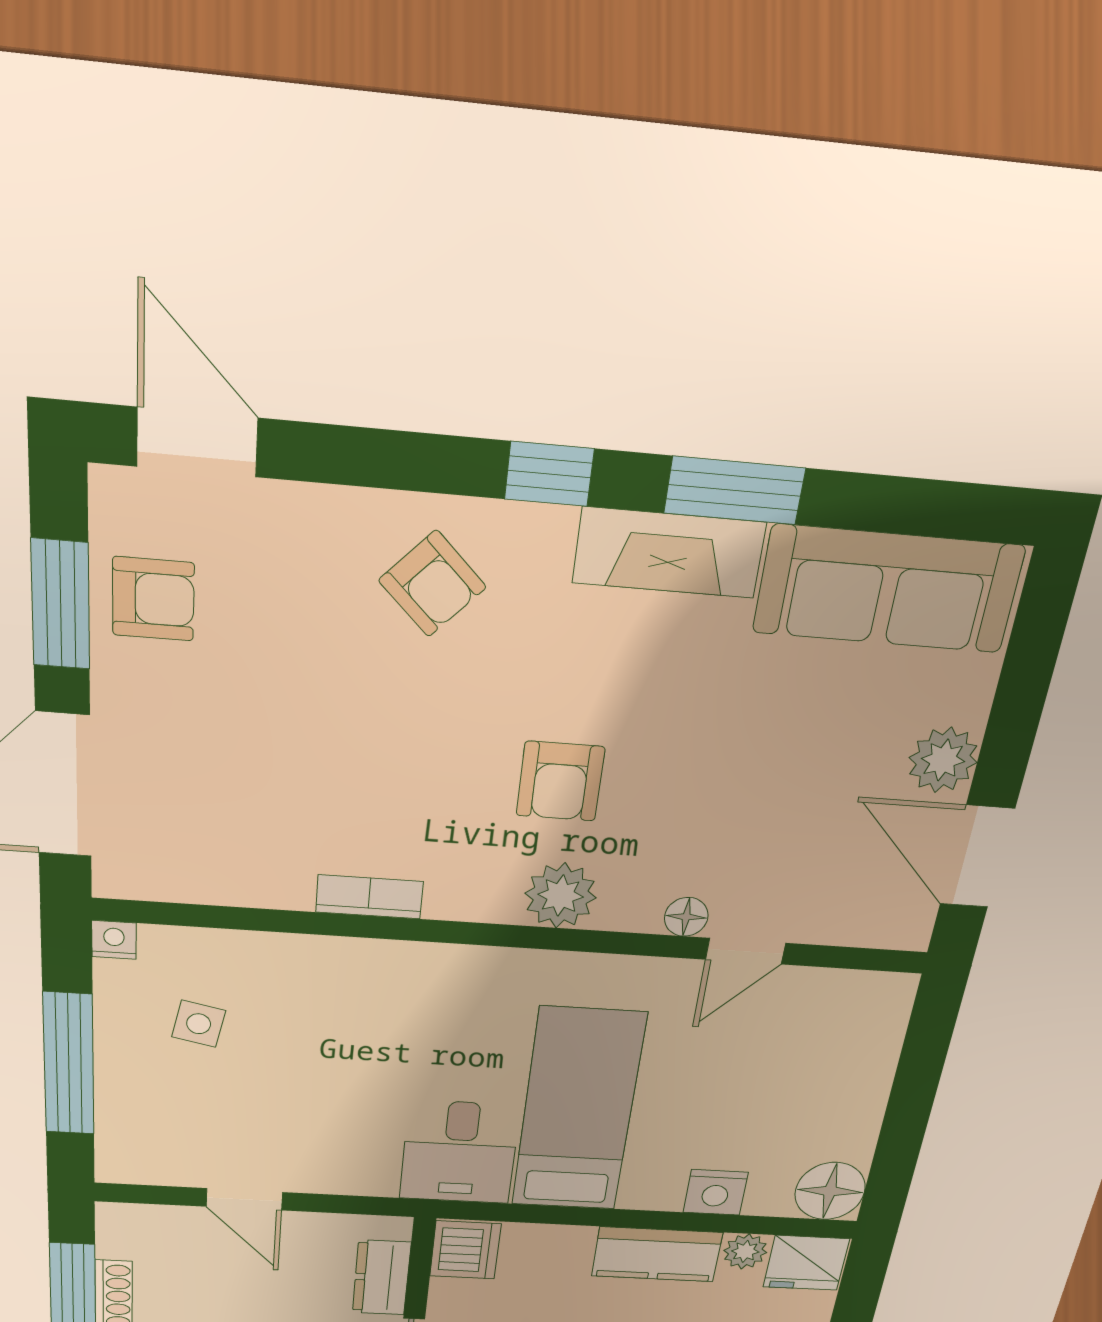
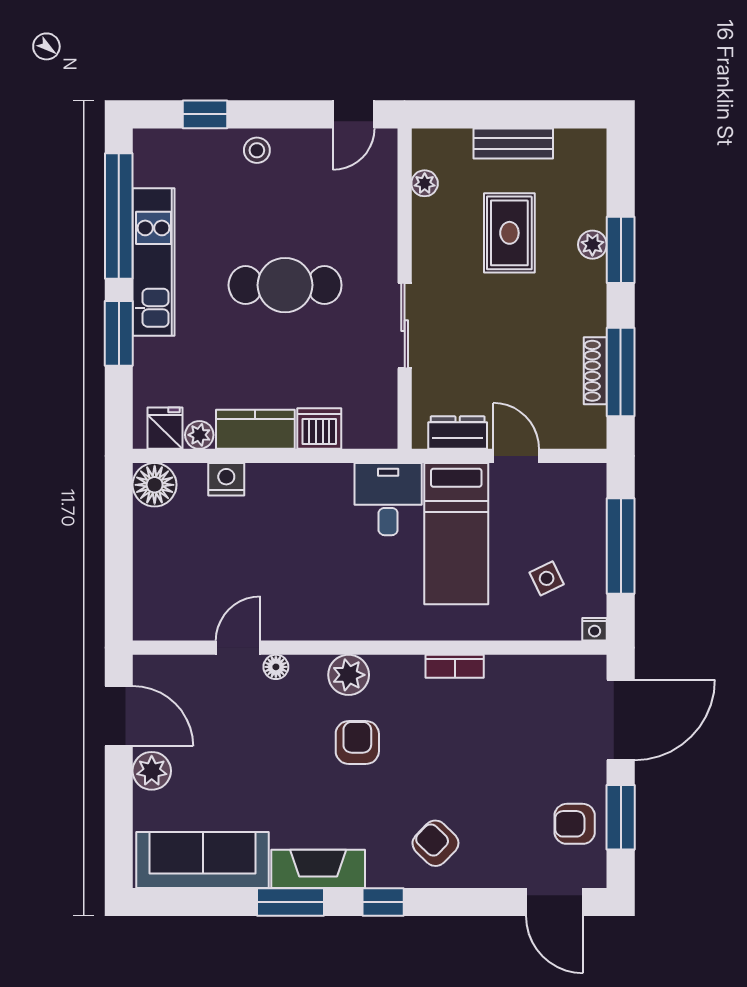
side table: (199, 1024) -> (547, 578), turned -38
bed: (578, 1111) -> (456, 534), moved
dishwasher: (465, 1250) -> (319, 429), moved, turned 90
fridge: (806, 1263) -> (165, 428), width x0.72
dresser: (382, 1278) -> (458, 433), moved, turned -90

